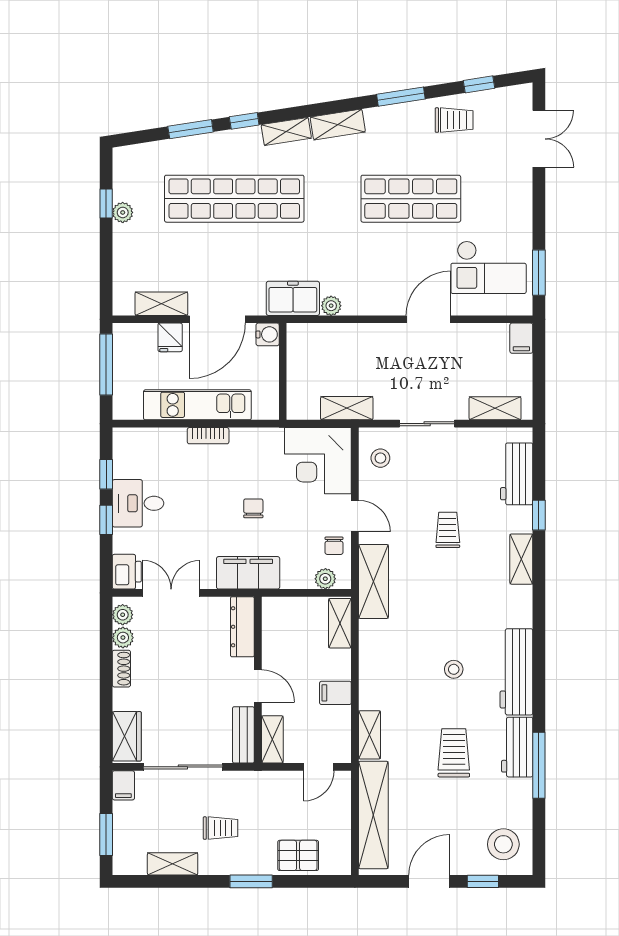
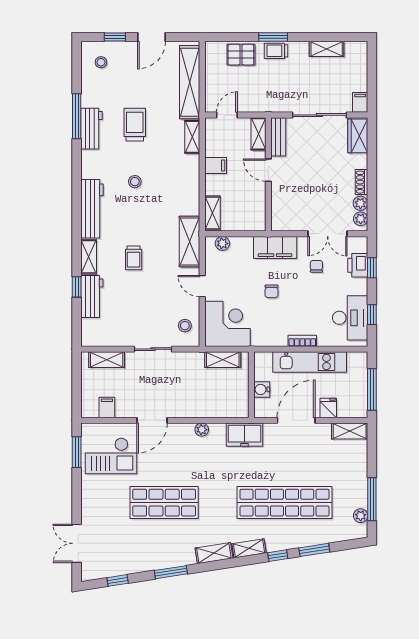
trolley: (454, 120) -> (135, 556), removed
window: (106, 203) -> (372, 499), width x2.17
plant: (123, 212) -> (361, 516), moved
checkout: (489, 267) -> (111, 456), turned 180
shelving: (161, 304) -> (350, 431), moved
plant: (331, 306) -> (202, 430), moved
water cooler: (268, 334) -> (262, 389), moved
filing cabinet: (521, 338) -> (107, 407), moved
shelving: (347, 408) -> (223, 360), moved
workbench: (517, 474) -> (92, 297), moved
desk: (138, 503) -> (350, 318), moved, width x1.37
window: (106, 520) -> (372, 268), moved
trolley: (448, 530) -> (134, 258), moved
chair: (334, 546) -> (316, 266), moved
printer: (127, 572) -> (358, 265), moved
dresser: (242, 627) -> (279, 211), removed
workbench: (516, 672) -> (92, 209), moved
trolley: (454, 753) -> (135, 125), turned 180
trolley: (221, 828) -> (276, 51), moved
window: (106, 834) -> (372, 69), removed
stool: (503, 844) -> (101, 62), width x0.53, depth x0.53

